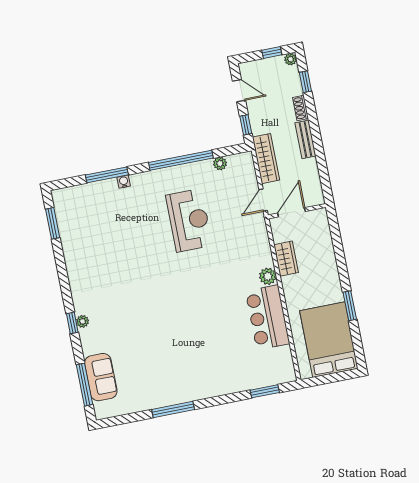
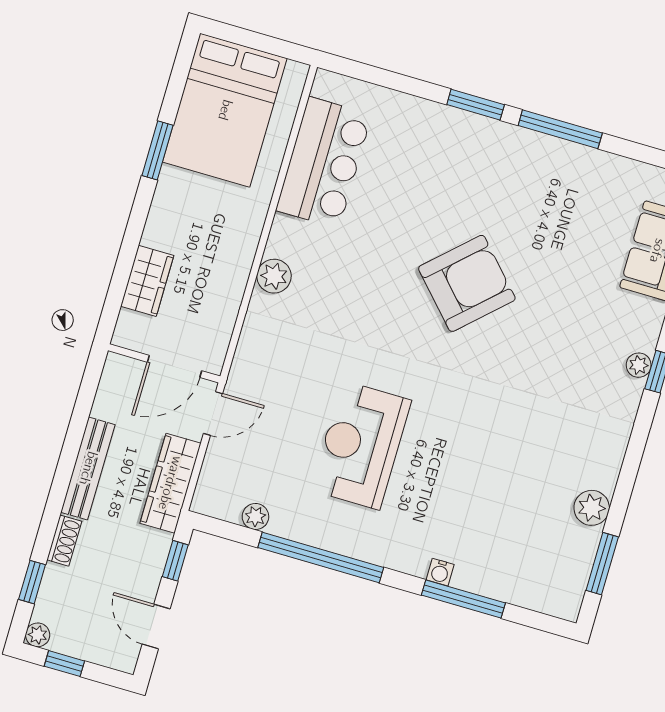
bench: (305, 139) -> (88, 468), width x1.36
plant: (70, 246) -> (592, 508), added
wardrobe: (286, 259) -> (147, 281), moved, turned 180
bar counter: (268, 317) -> (324, 163), moved
armchair: (179, 318) -> (467, 283), added
window: (265, 391) -> (476, 105), moved

